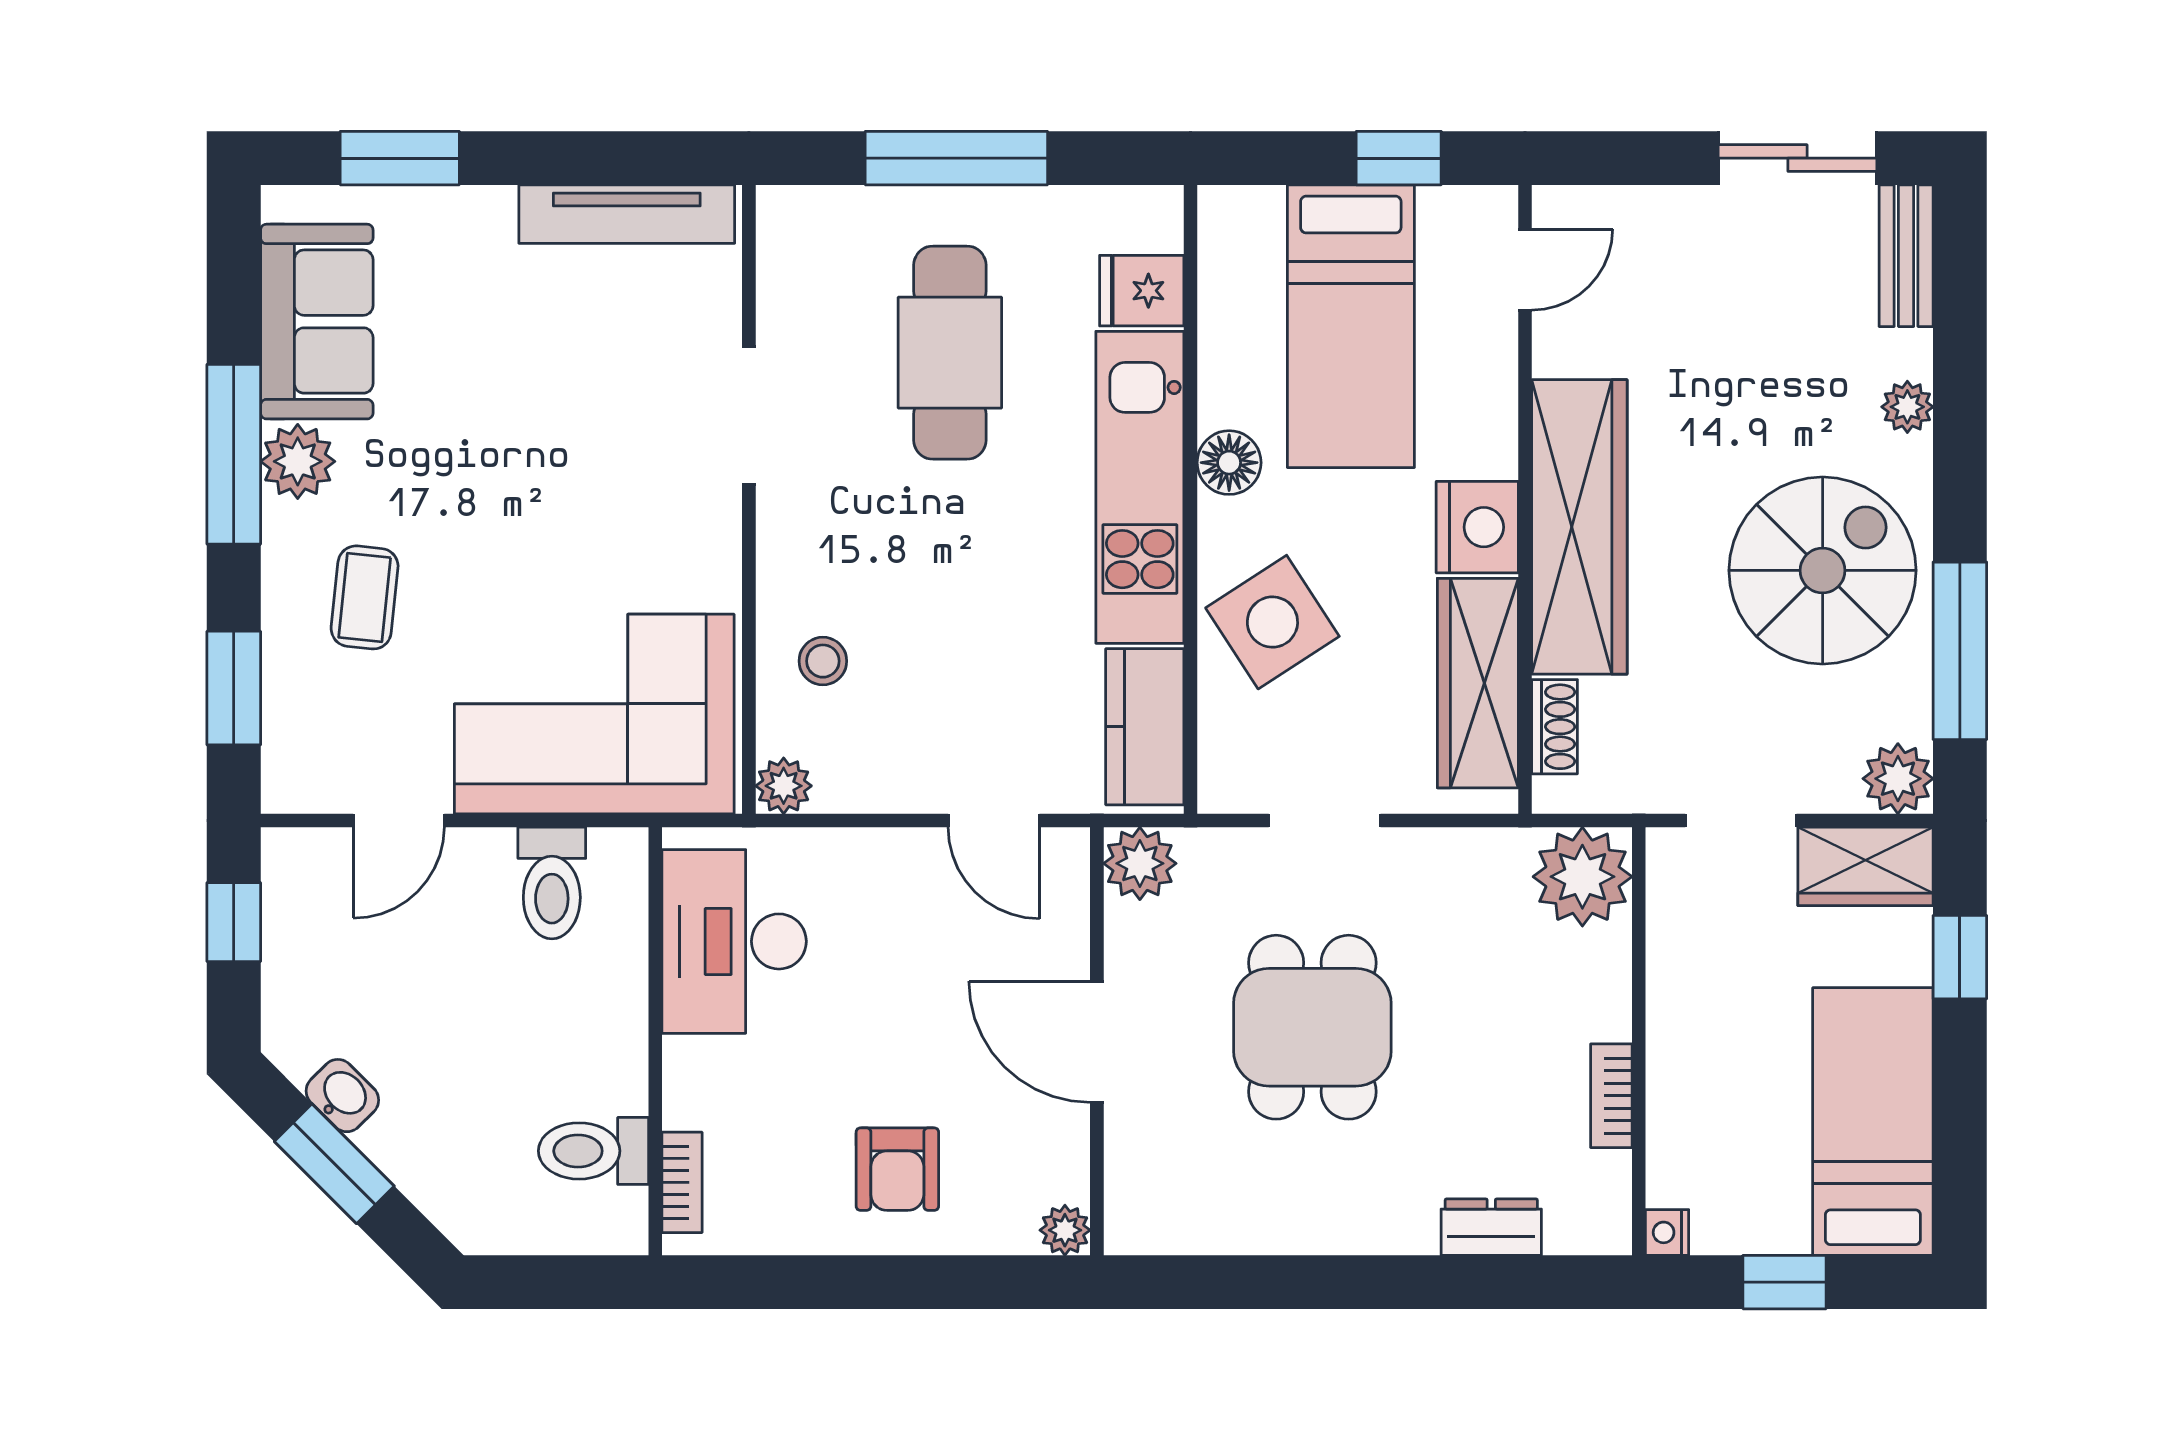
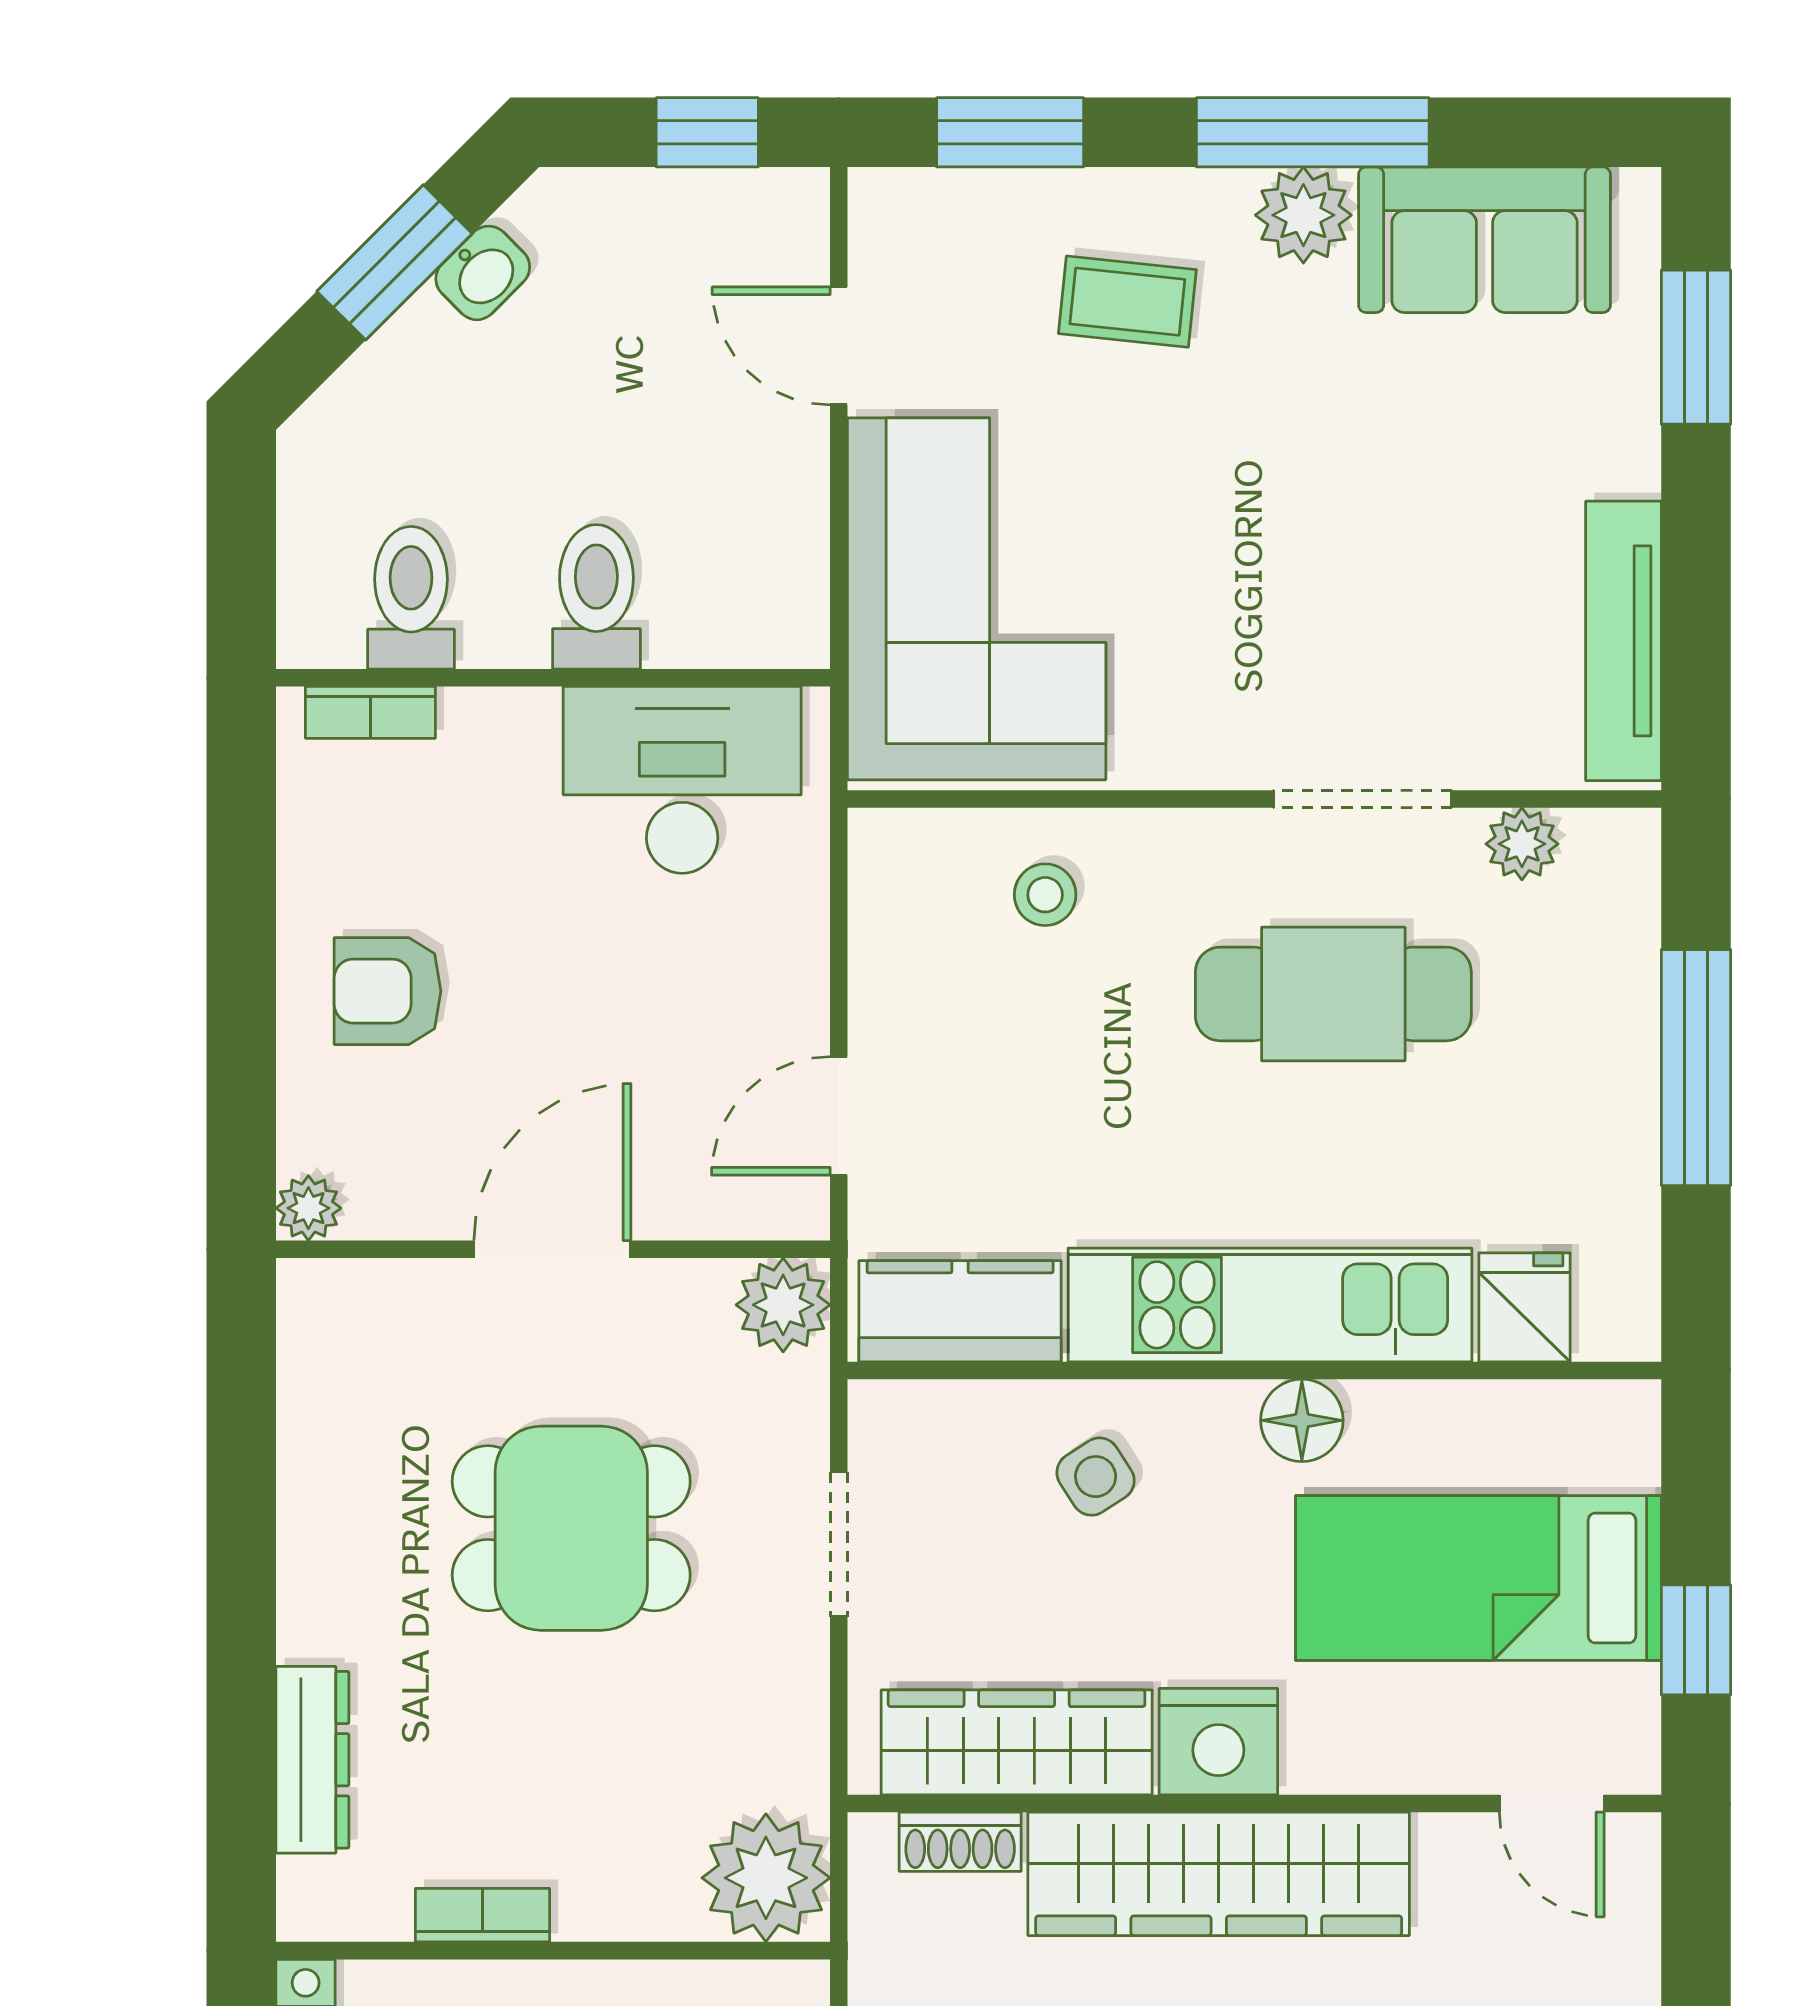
cafe table: (950, 353) -> (1333, 994), moved
side table: (1272, 622) -> (1096, 1477), width x0.54, depth x0.54
plant: (784, 786) -> (1522, 844), moved
toilet: (552, 883) -> (596, 597), moved, turned 90
dresser: (1491, 1227) -> (312, 1760), width x1.44

